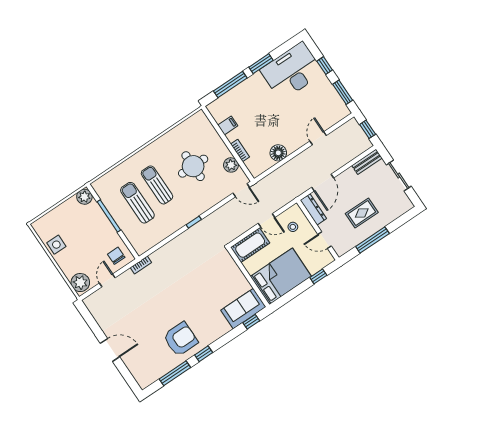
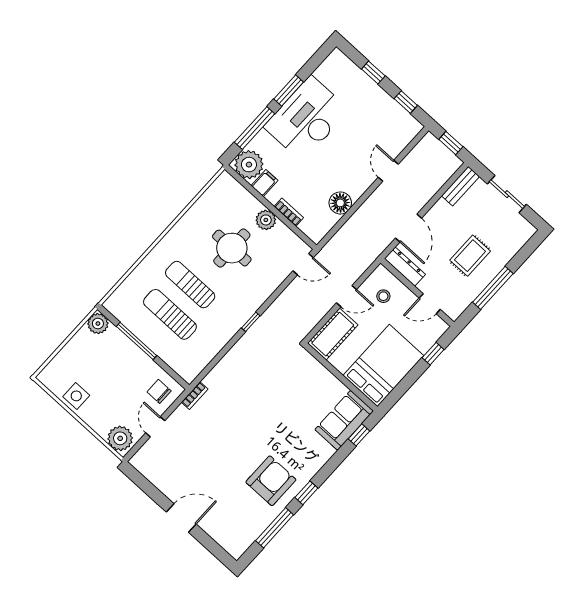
desk: (292, 71) -> (307, 119), moved
window: (343, 92) -> (406, 102), width x0.67
plant: (220, 110) -> (249, 165), added
plant: (231, 165) -> (266, 220), moved

